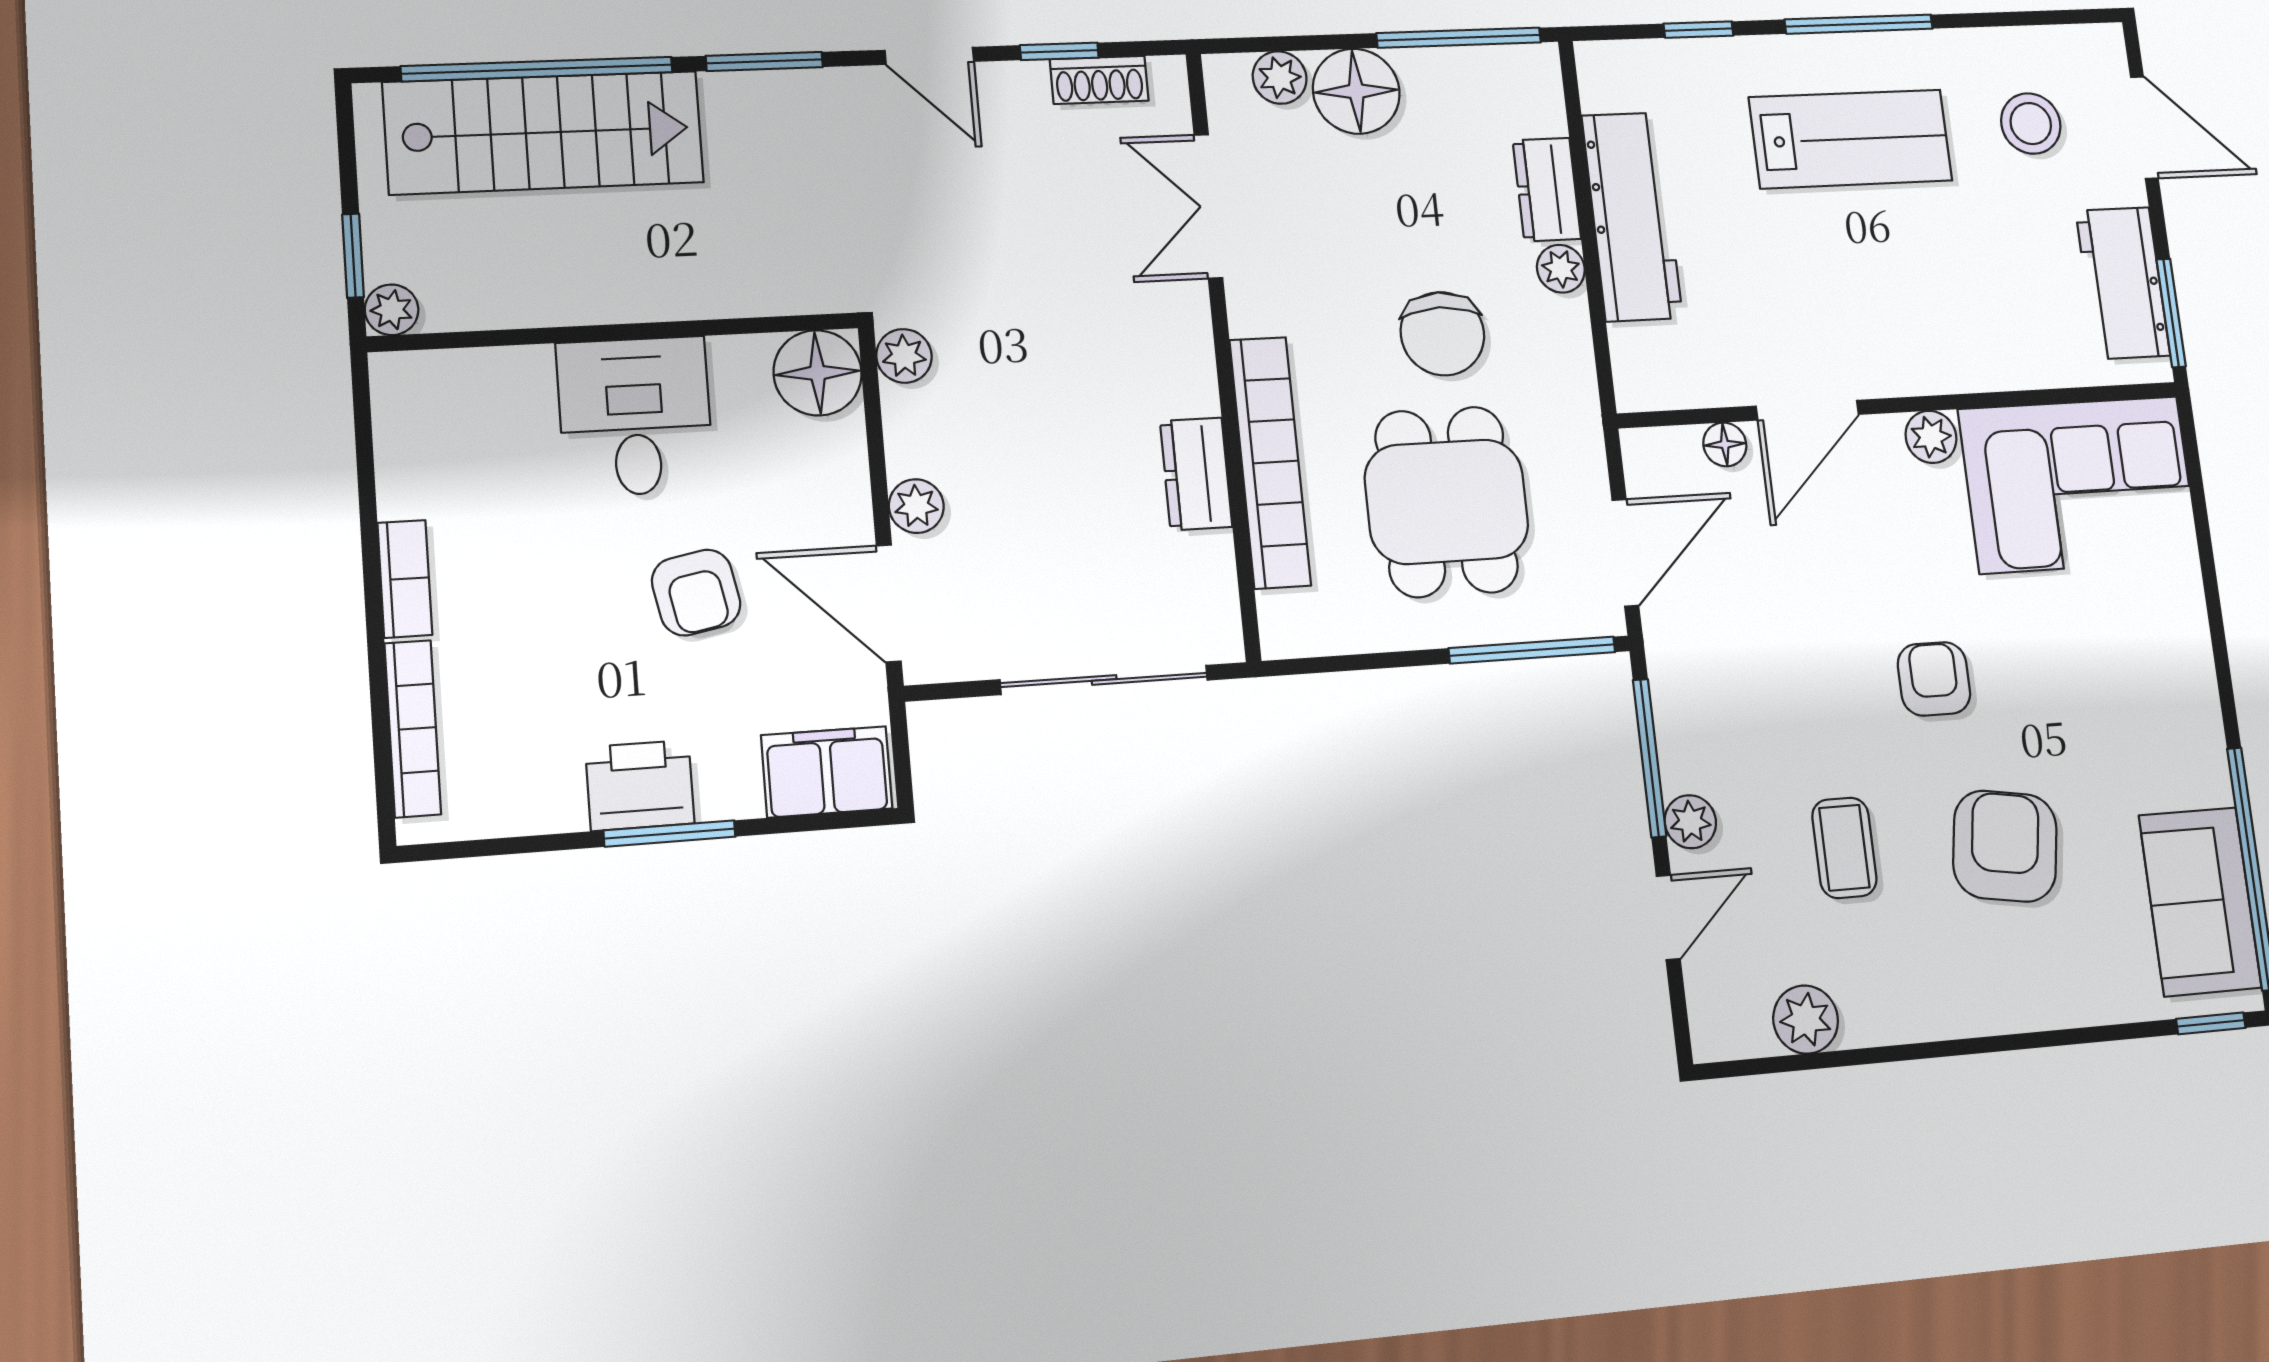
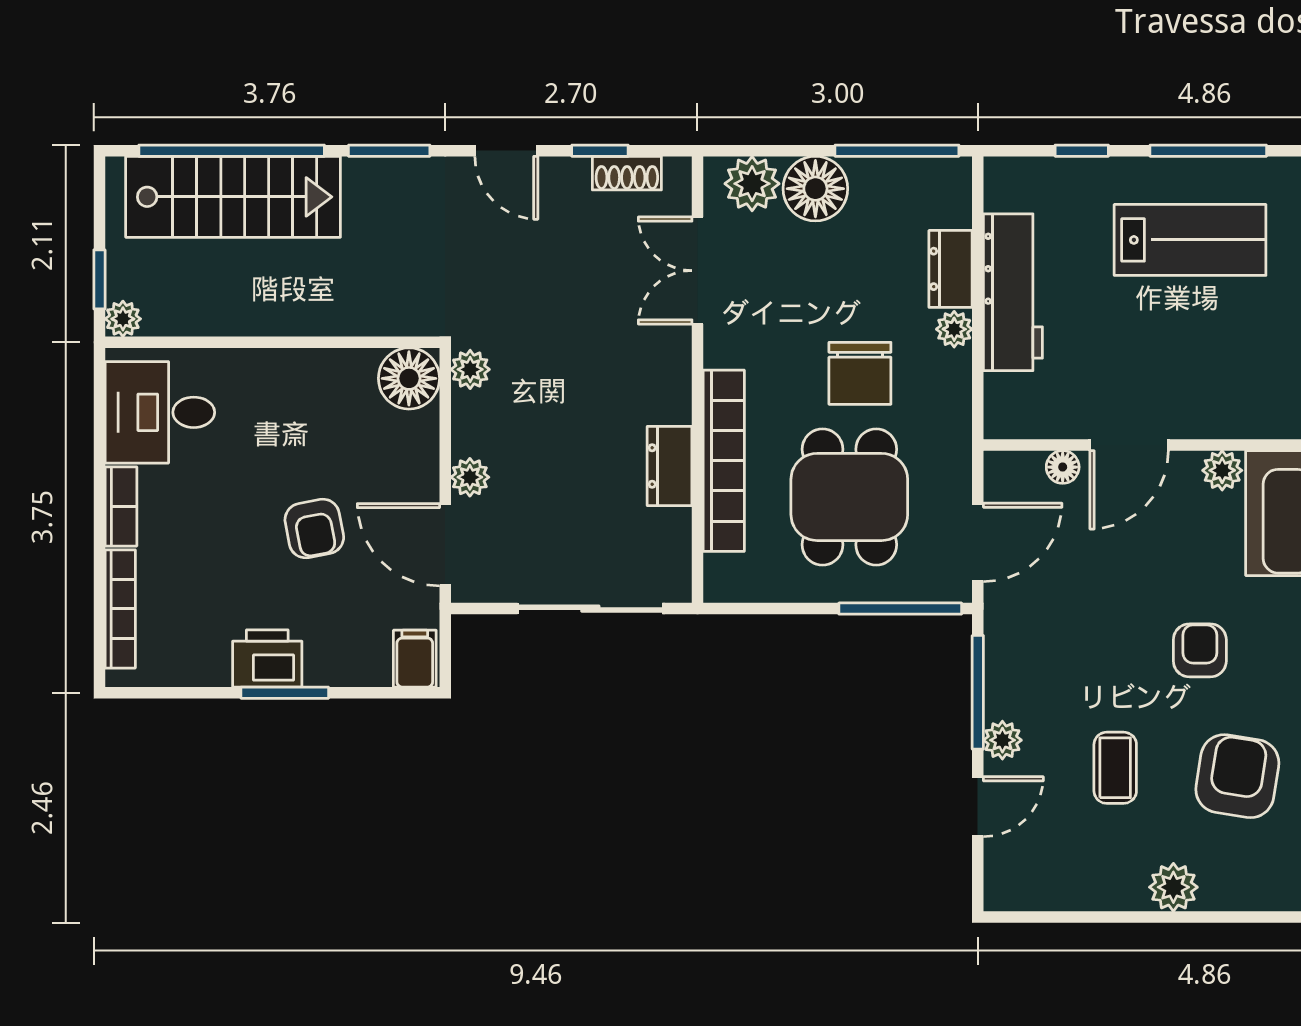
plant: (1280, 78) -> (752, 184), width x1.38, depth x1.38
desk: (635, 416) -> (160, 412), moved, turned -90
filing cabinet: (827, 772) -> (415, 659), width x0.50
plant: (1806, 1020) -> (1173, 887), moved

